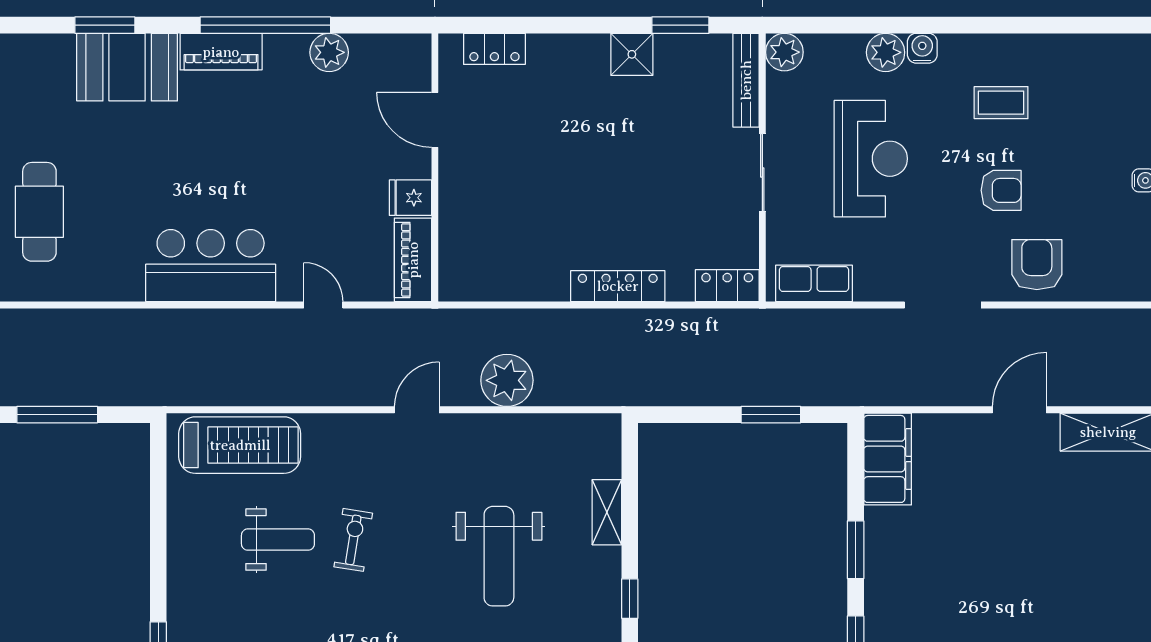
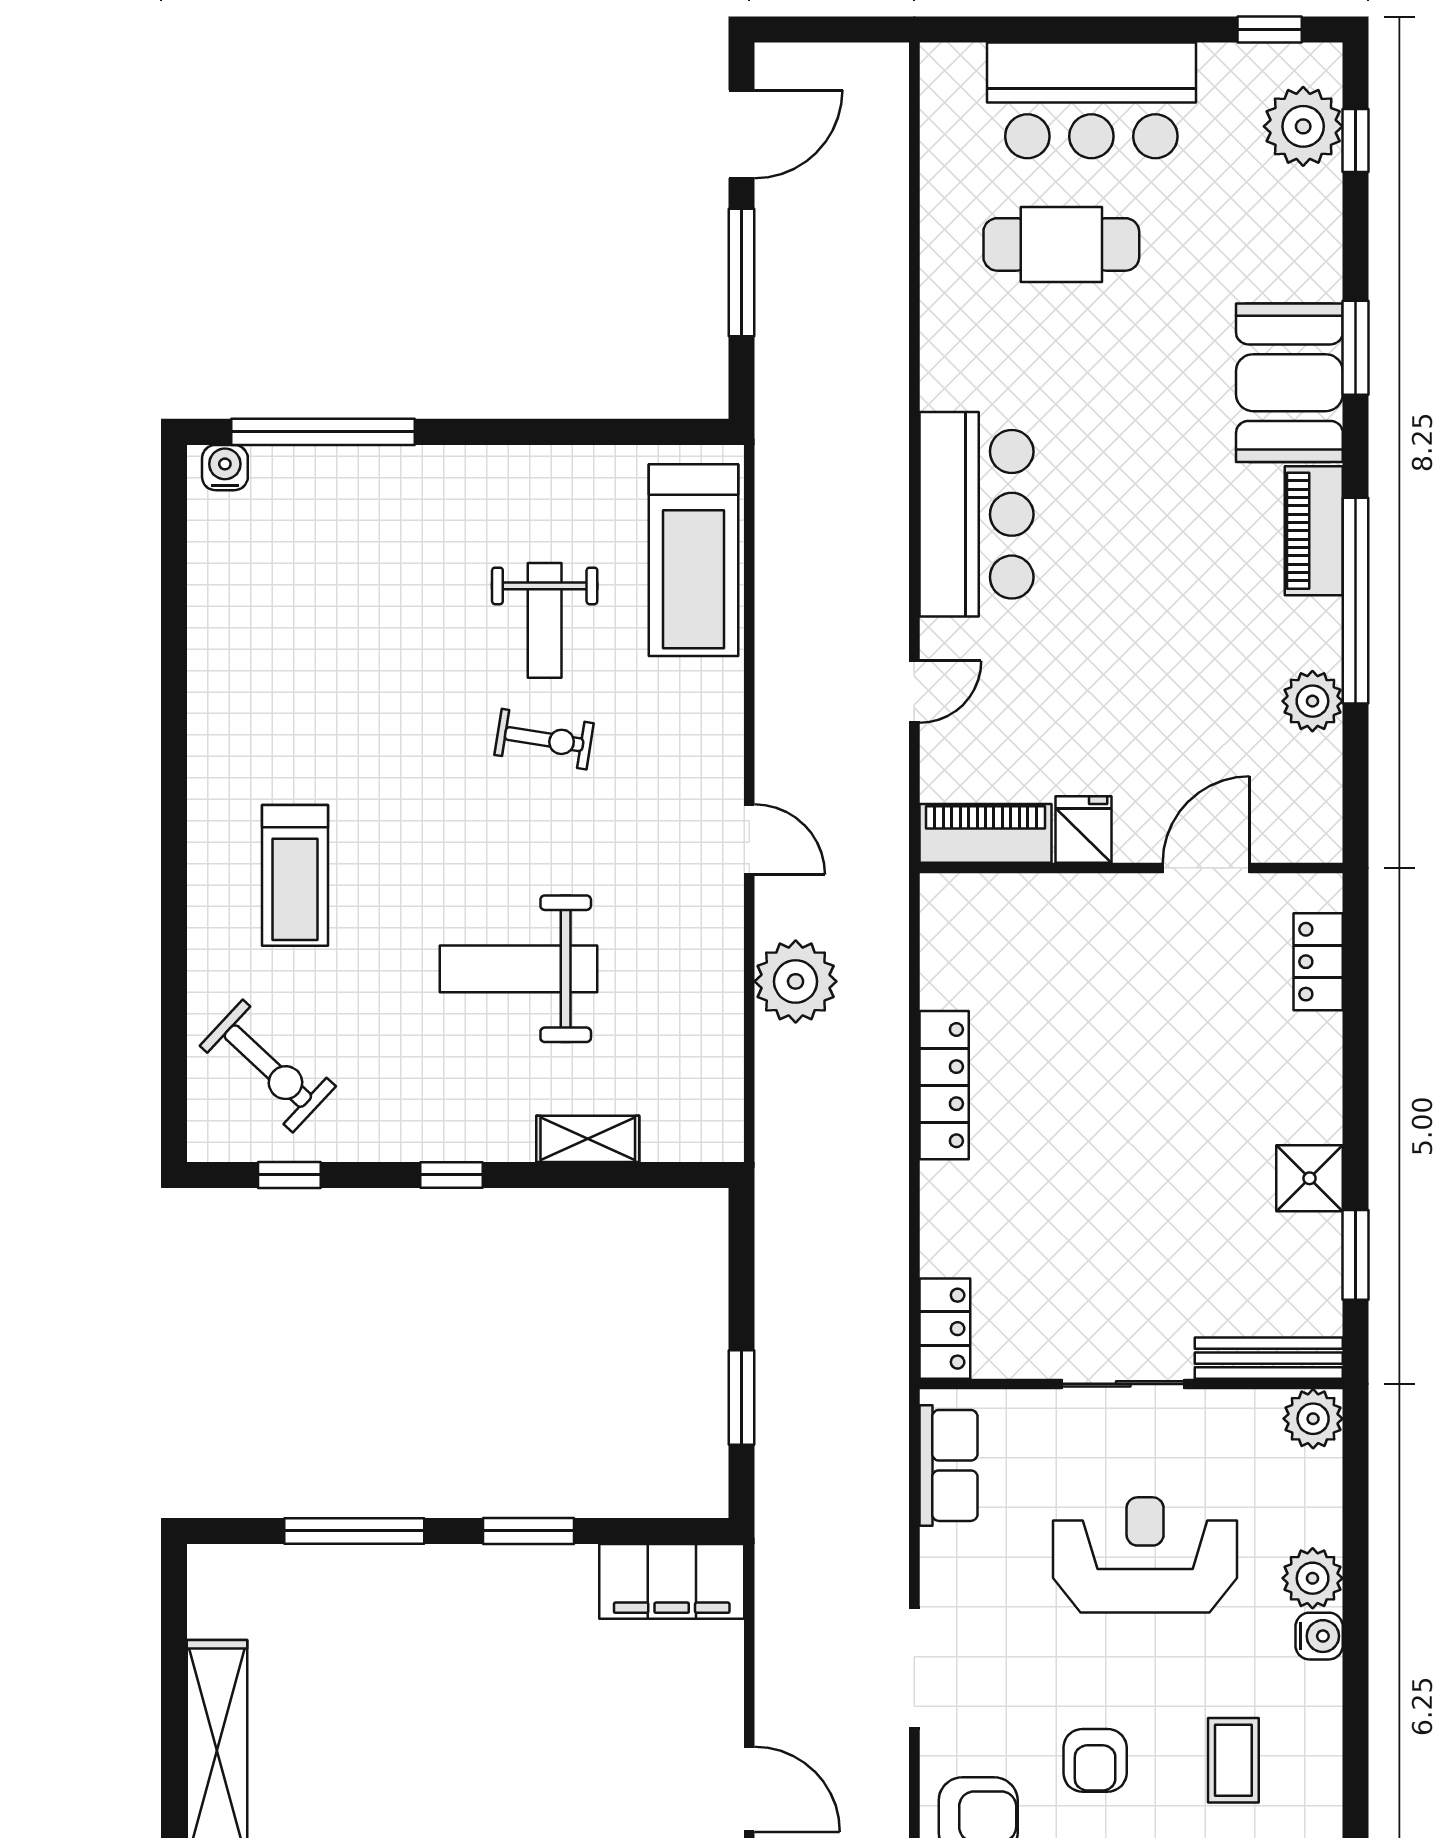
reception desk: (871, 159) -> (1145, 1555), turned 180
locker: (618, 286) -> (944, 1085), moved

